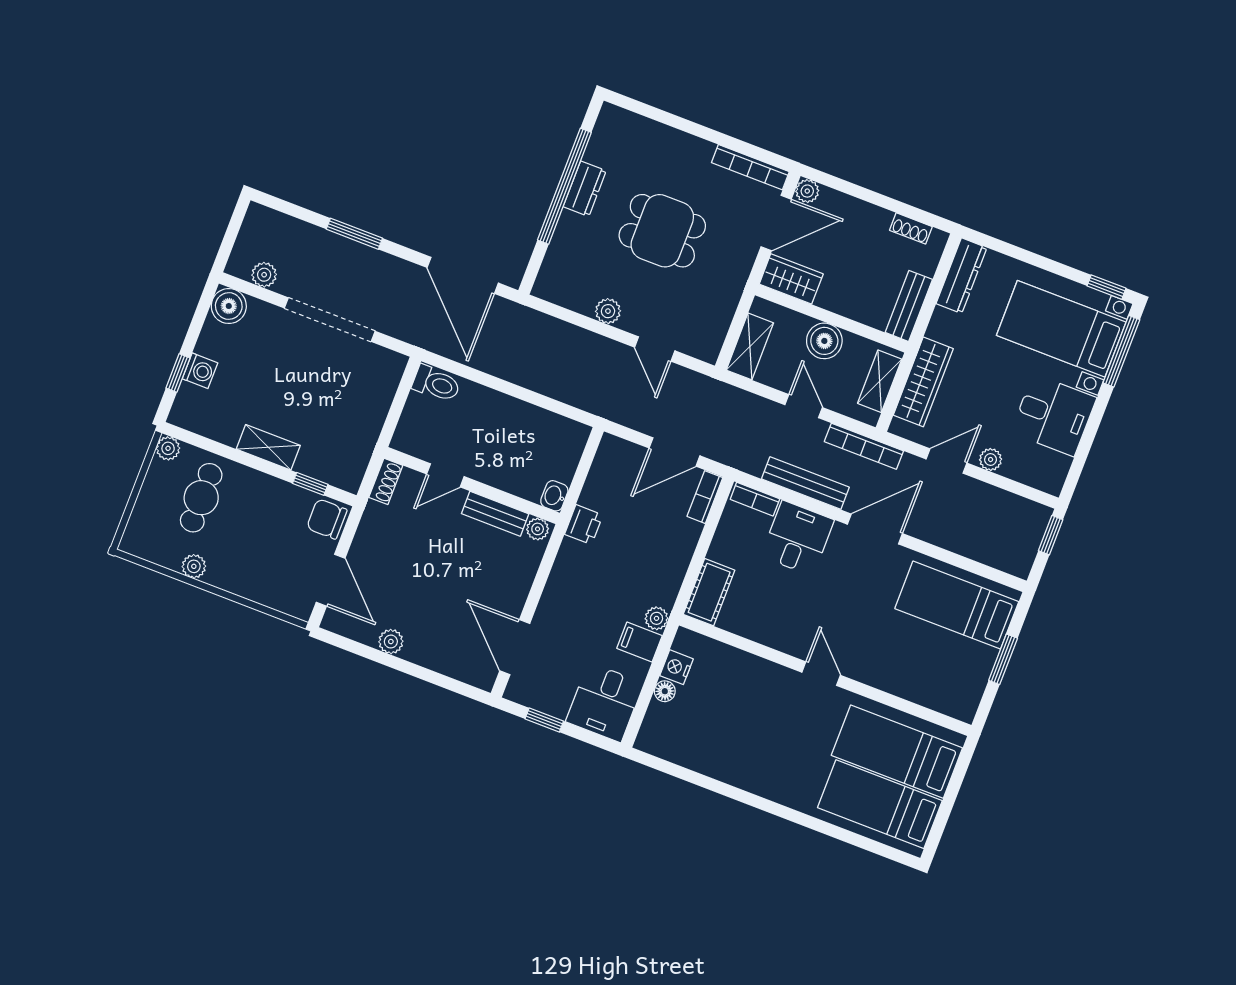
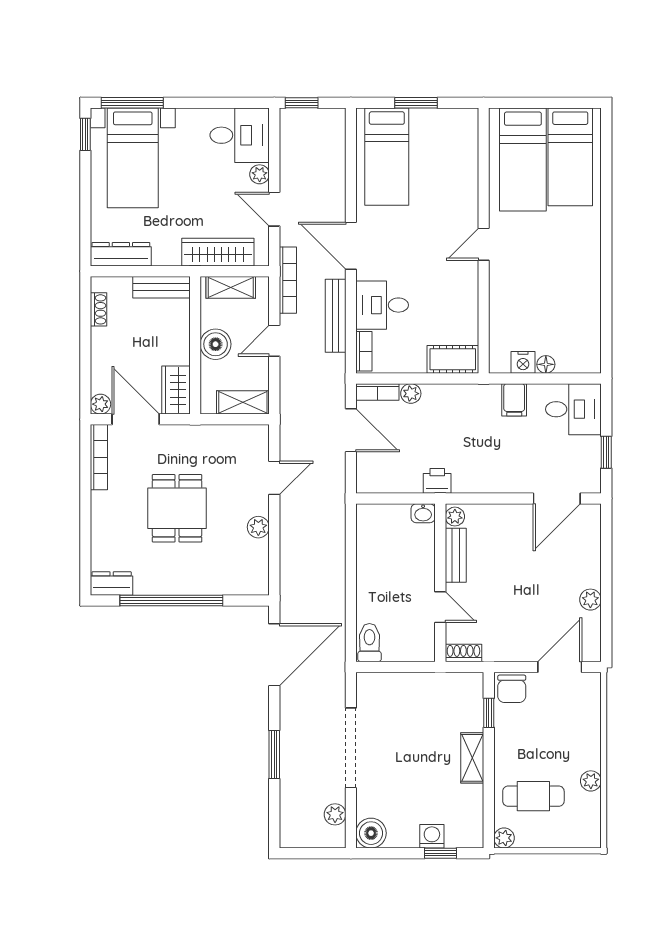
dresser: (585, 189) -> (112, 584), moved
desk: (1054, 415) -> (240, 135), moved, turned 90
plant: (656, 618) -> (411, 394), moved

